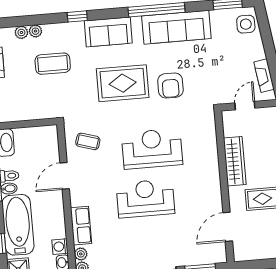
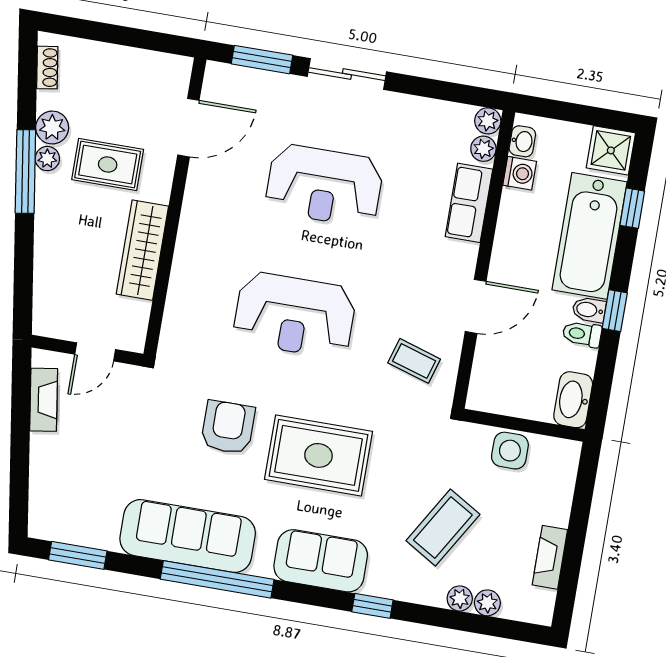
side table: (246, 24) -> (510, 451), moved
coffee table: (53, 64) -> (443, 528), turned -59
reception desk: (145, 198) -> (324, 185), moved

